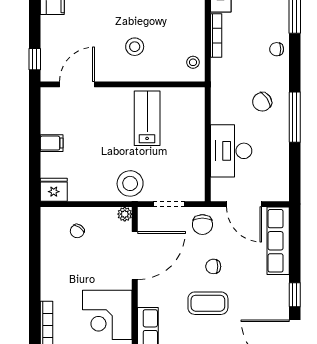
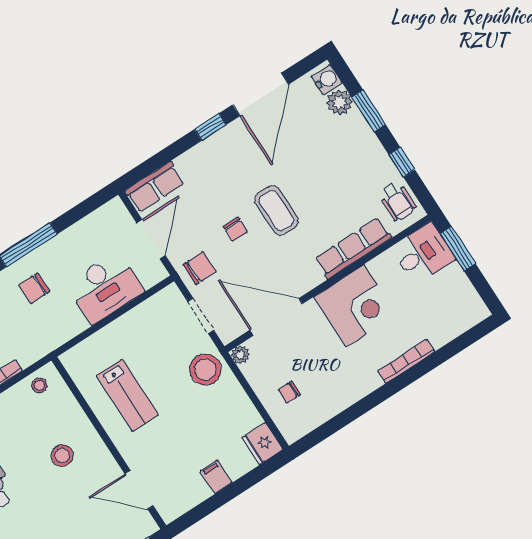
chair: (262, 102) -> (34, 288), turned 124
lab bench: (147, 118) -> (127, 395), turned -90
chair: (77, 231) -> (289, 392), turned 146
row of seats: (278, 241) -> (155, 187), width x0.68

